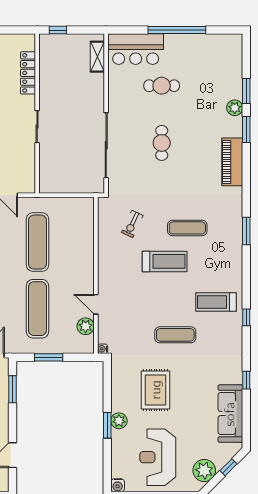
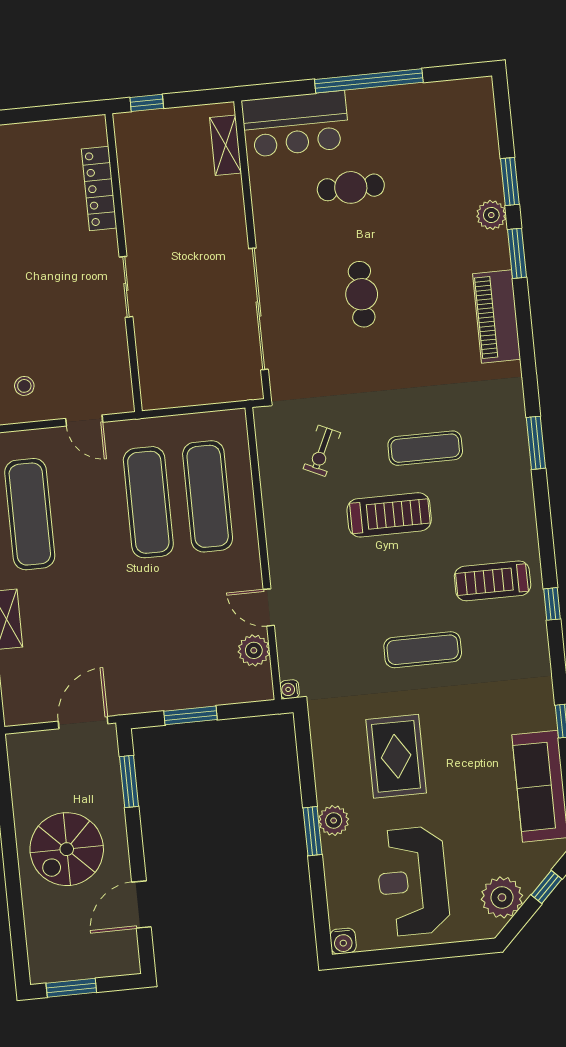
exercise mat: (37, 309) -> (208, 496), moved

